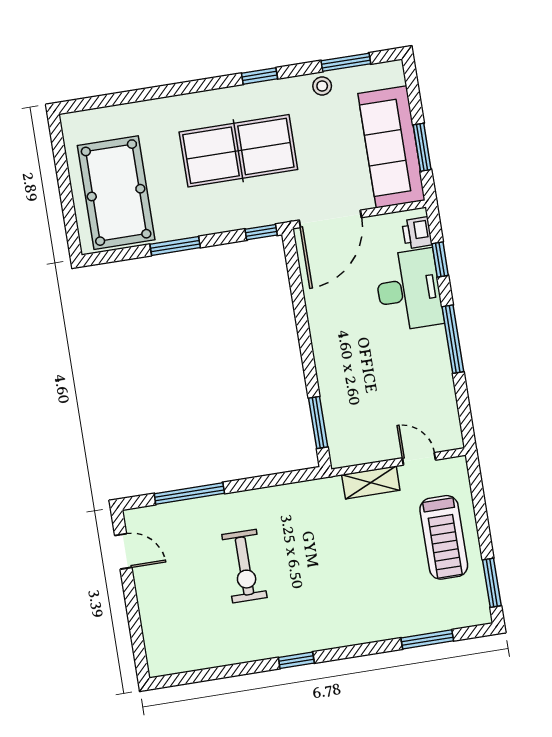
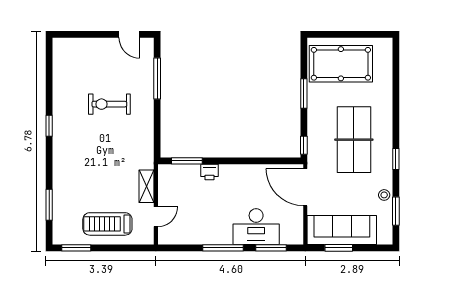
printer: (417, 233) -> (210, 172), moved, turned 180
window: (440, 260) -> (271, 248), width x1.50
door: (123, 551) -> (129, 34), hinge flipped

